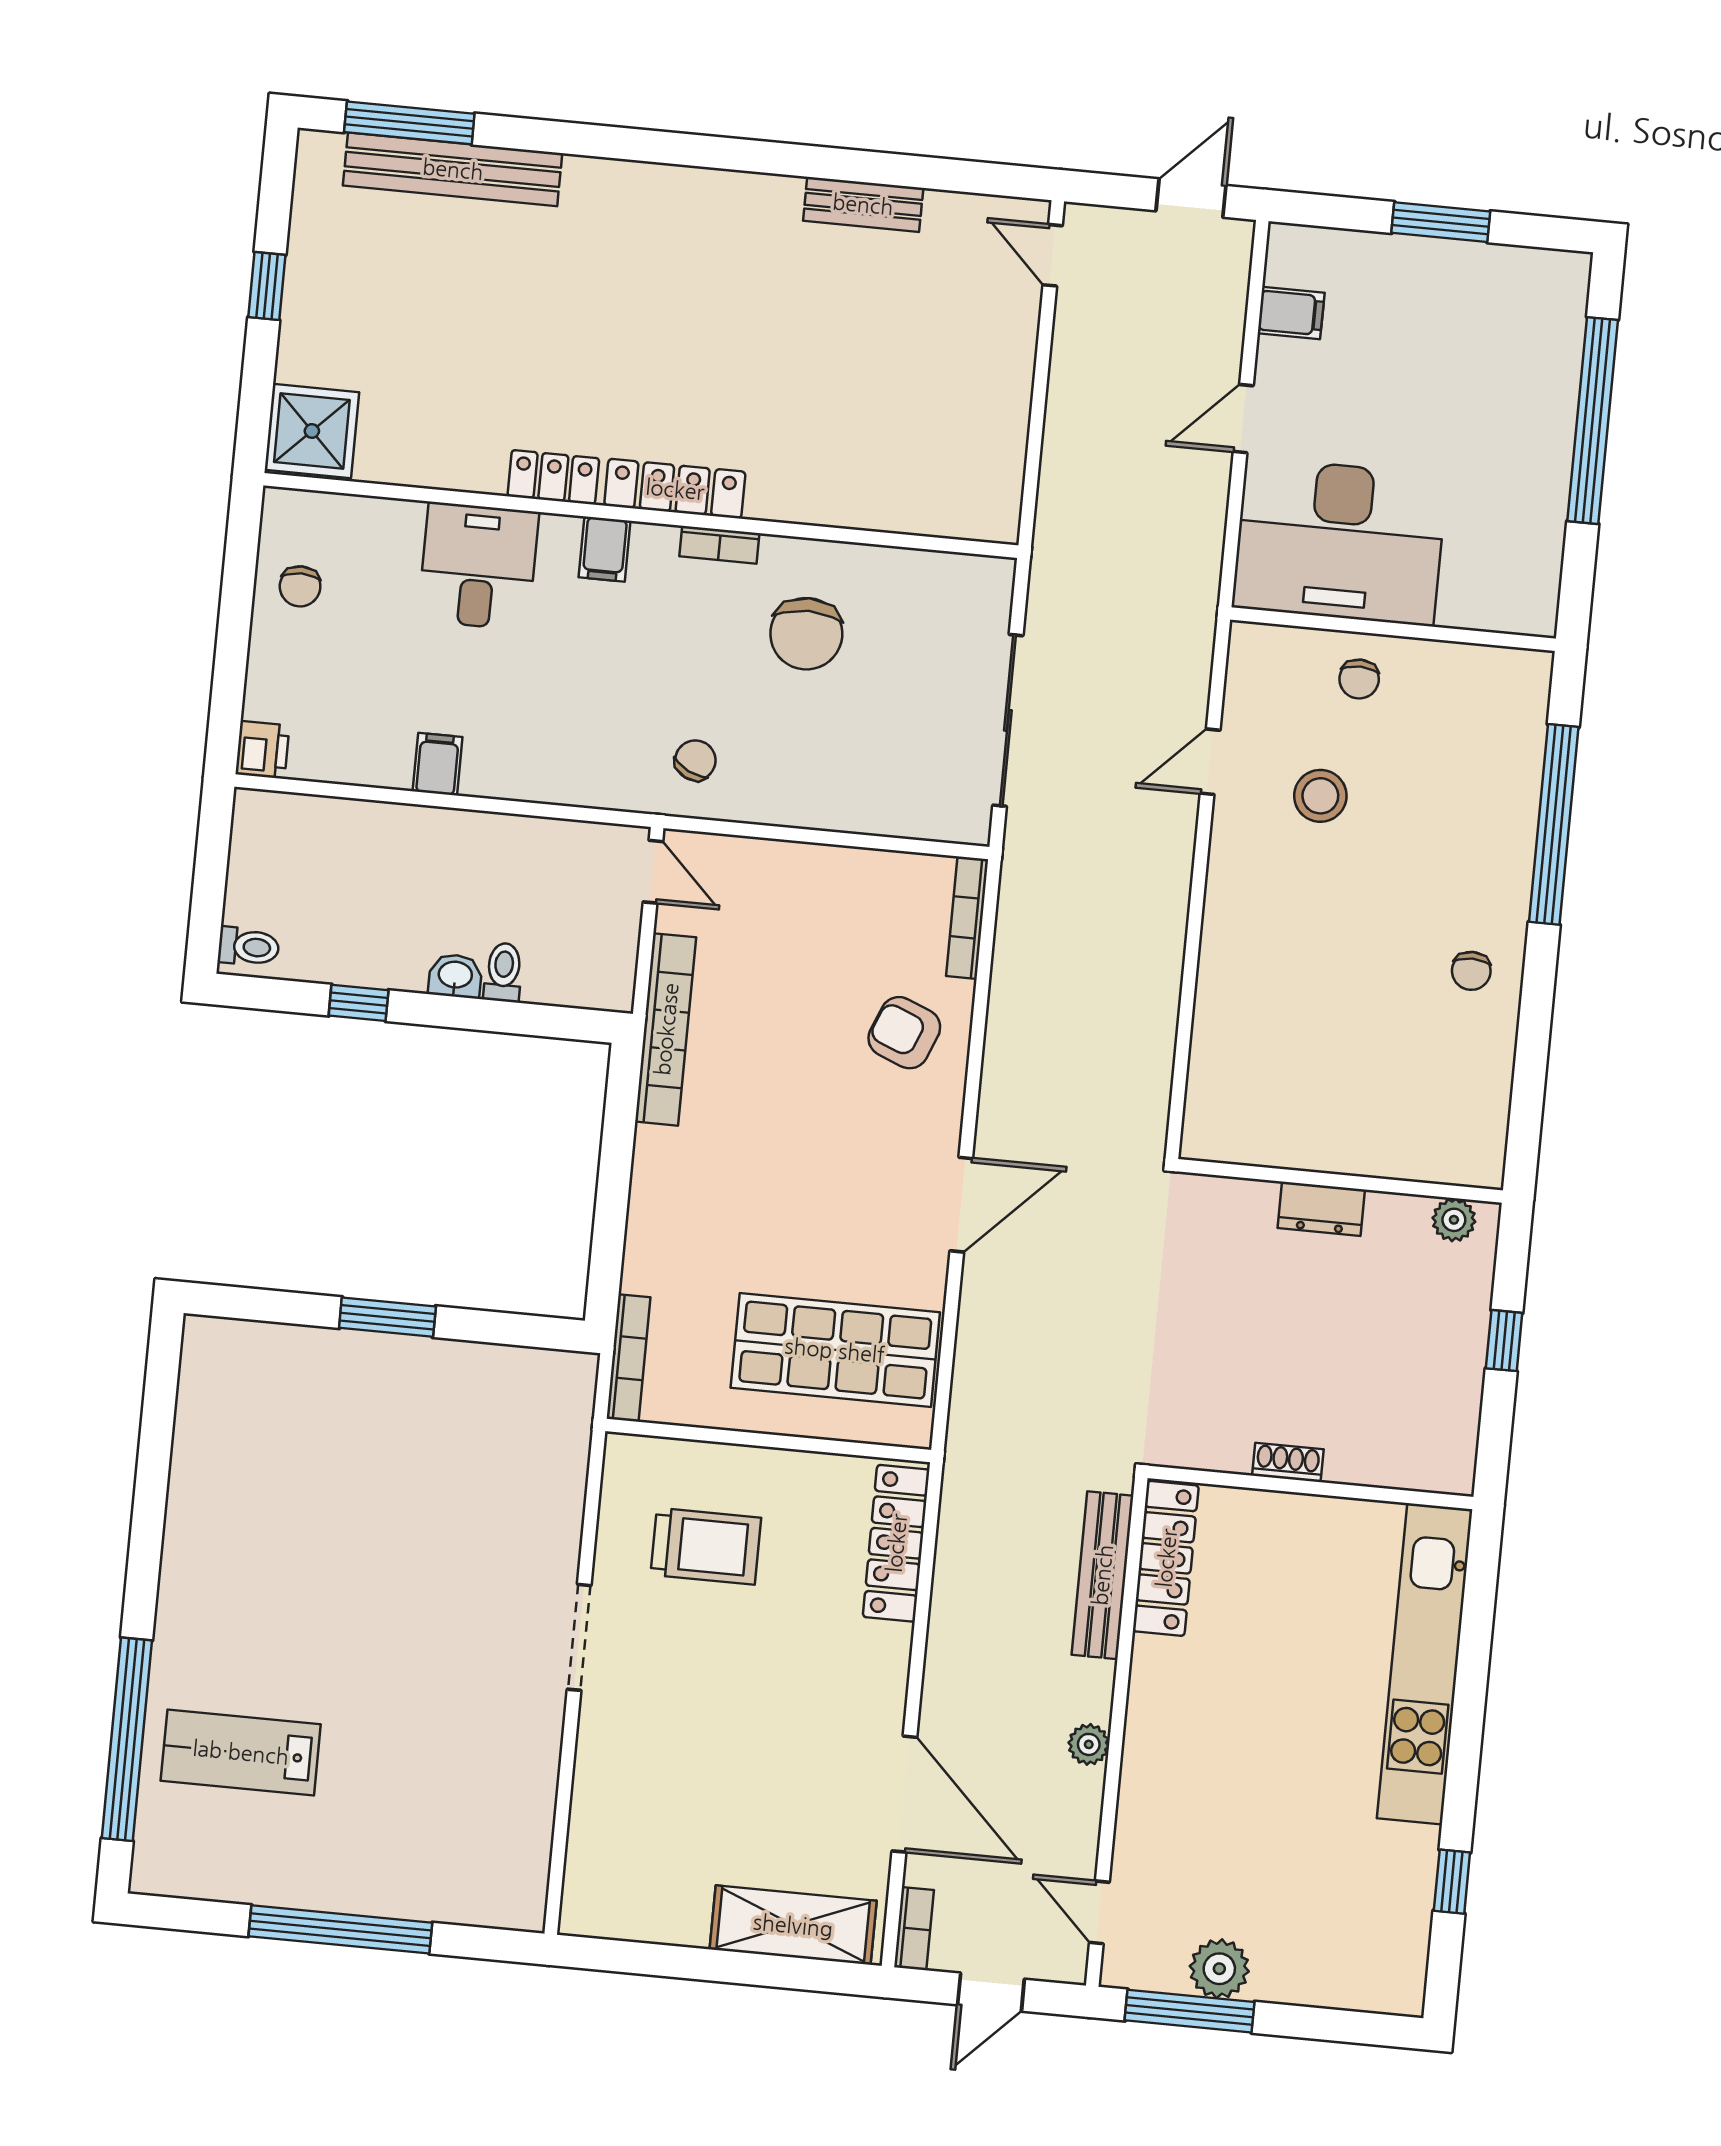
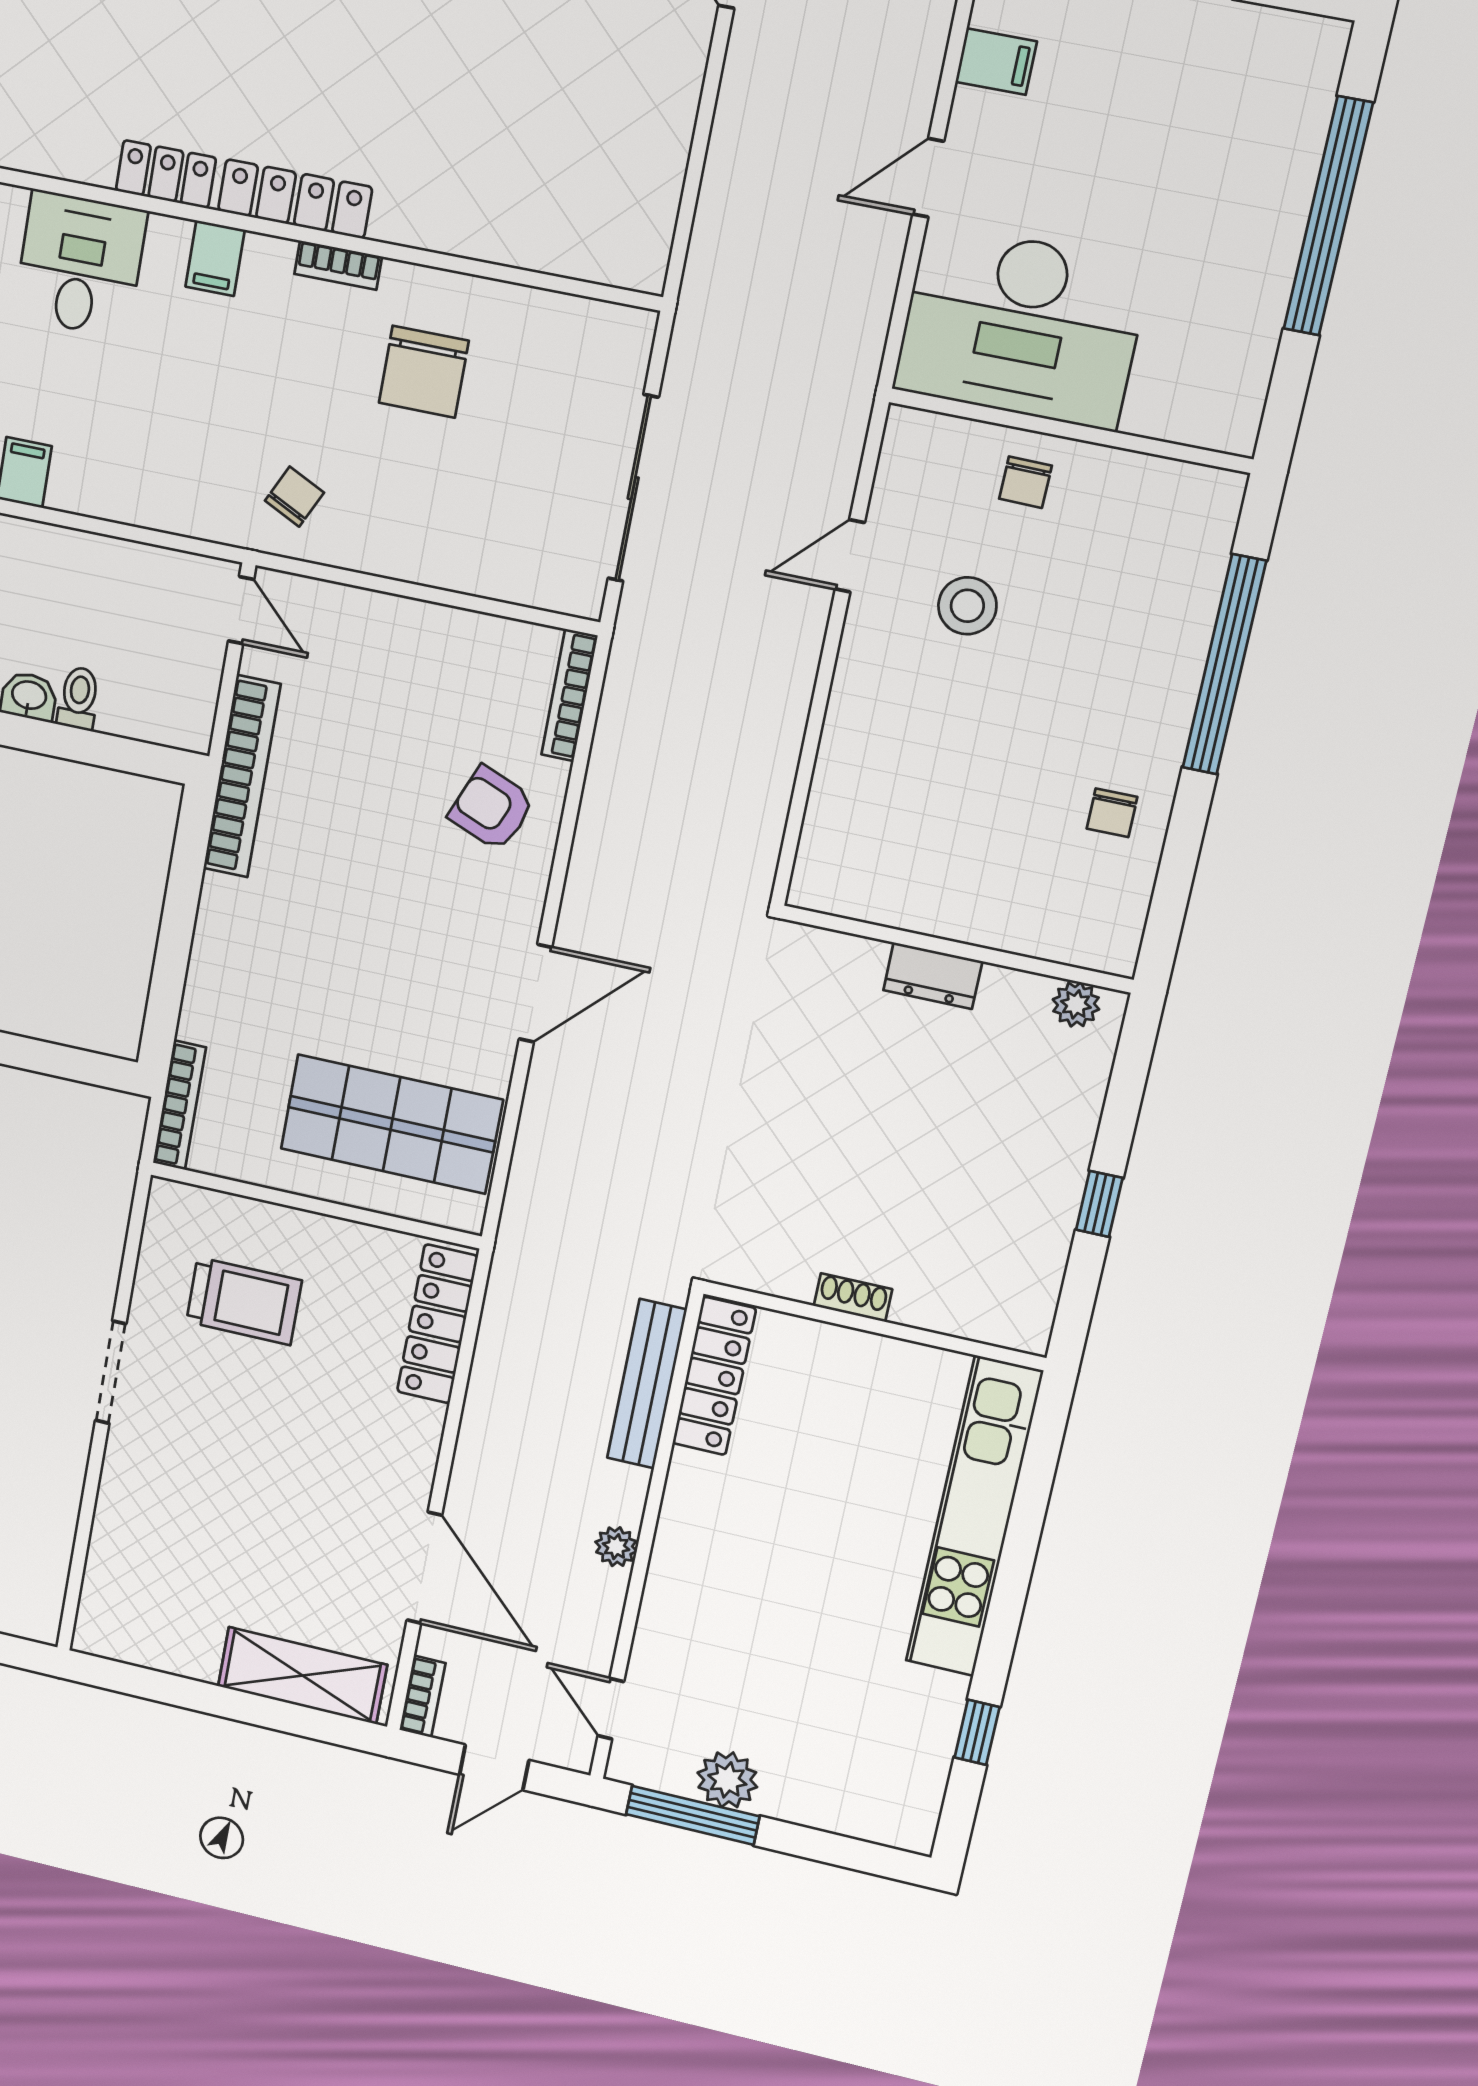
wall: (1340, 1181) -> (957, 949), moved
dresser: (1321, 1209) -> (933, 976), moved
plant: (1454, 1220) -> (1076, 1004), moved

